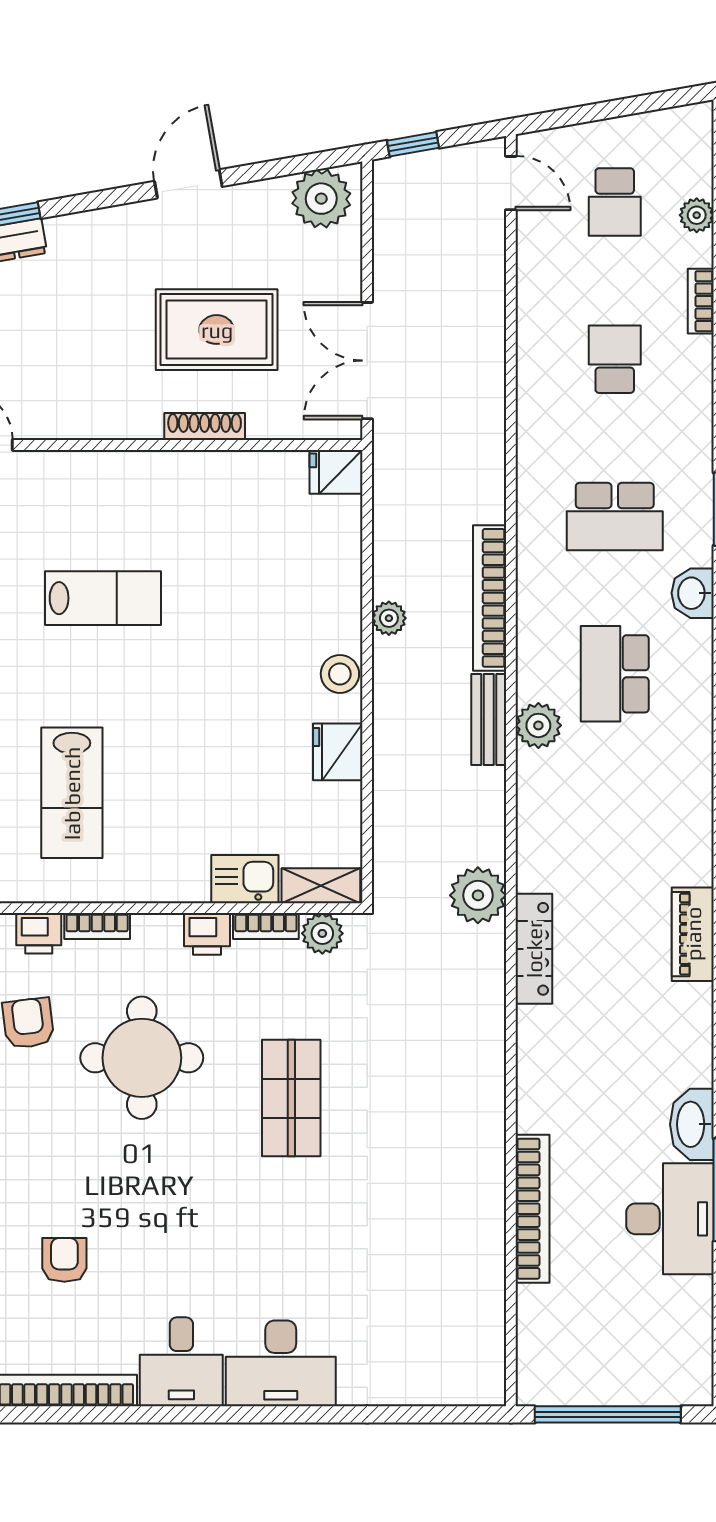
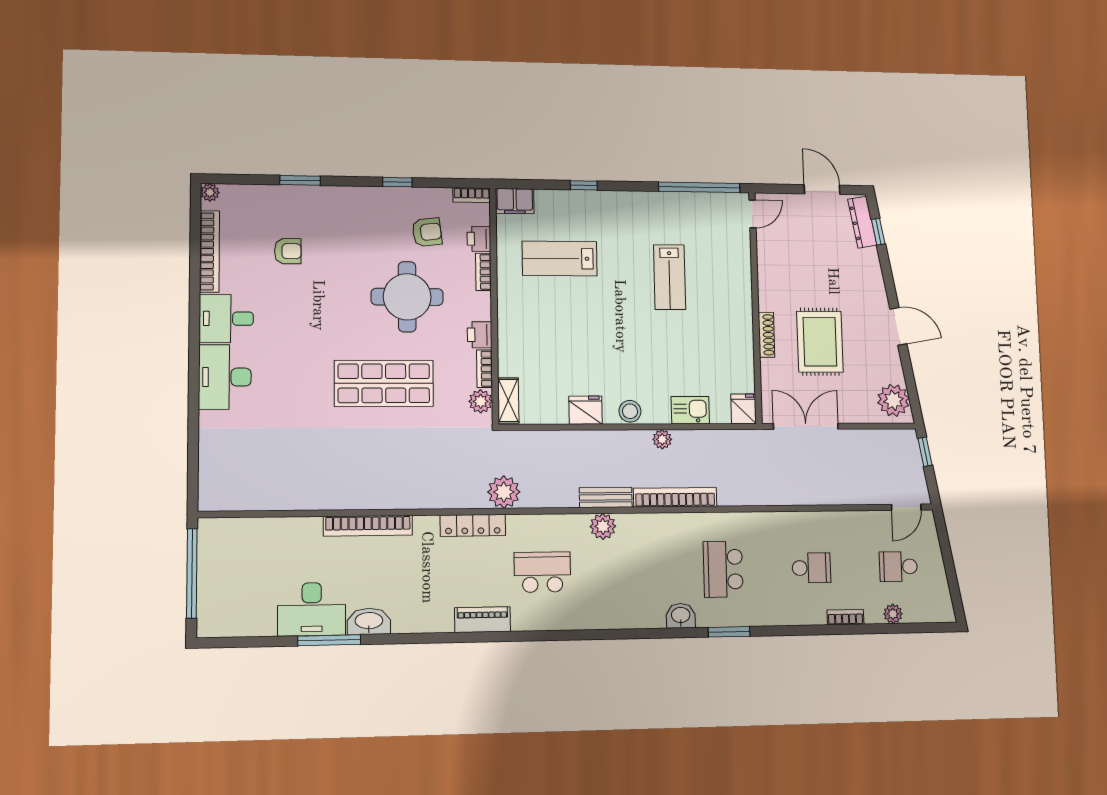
school desk: (615, 674) -> (542, 572), moved
kitchen sink: (245, 879) -> (690, 410), moved, turned -90
shop shelf: (291, 1098) -> (384, 383), width x1.43, depth x1.36
bookcase: (533, 1209) -> (368, 526), moved

